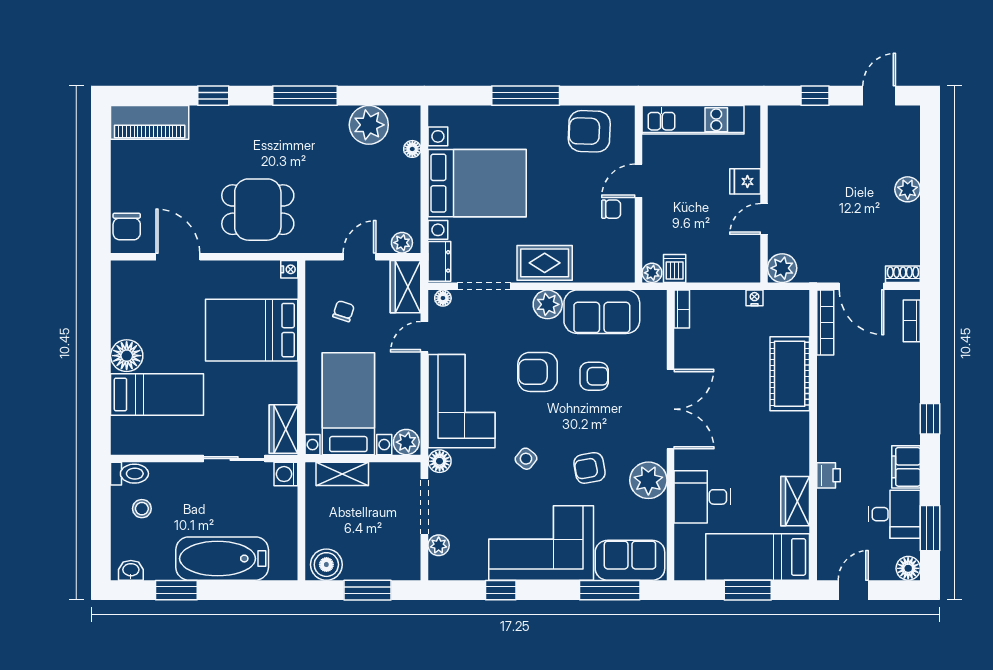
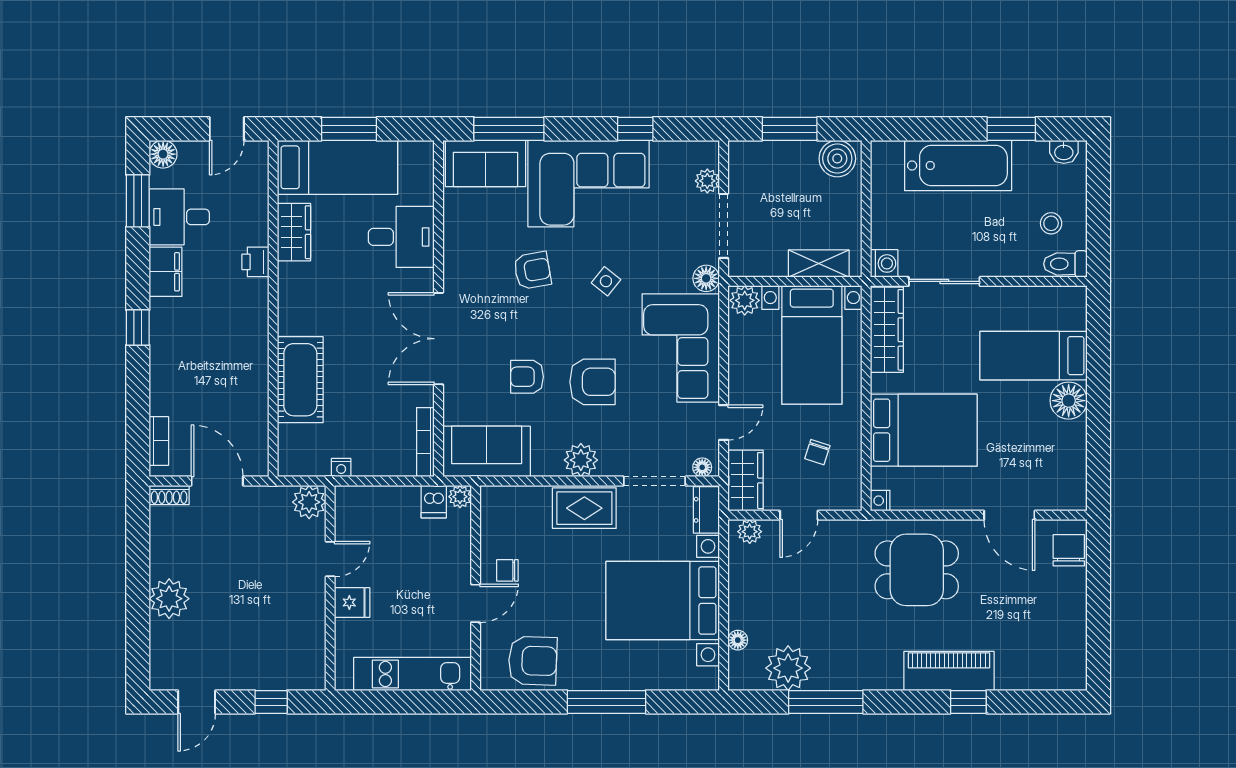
window: (305, 96) -> (826, 702), moved
piano: (150, 122) -> (949, 671), moved
plant: (908, 189) -> (169, 599), width x1.36, depth x1.36
bookcase: (682, 309) -> (425, 442), width x1.56
sofa: (602, 312) -> (487, 451), moved
bookcase: (825, 323) -> (259, 439), removed
wardrobe: (284, 429) -> (887, 330), width x1.50
plant: (648, 480) -> (464, 256), removed

